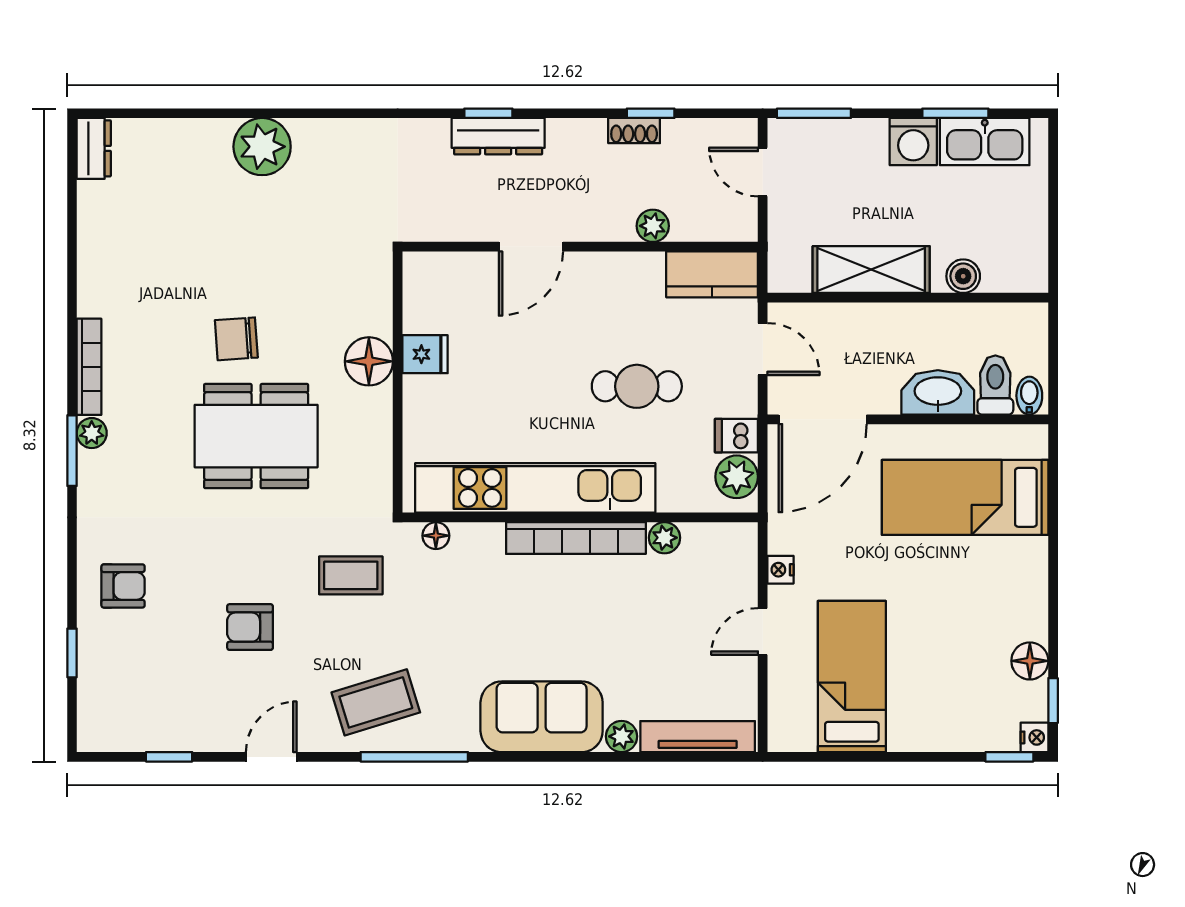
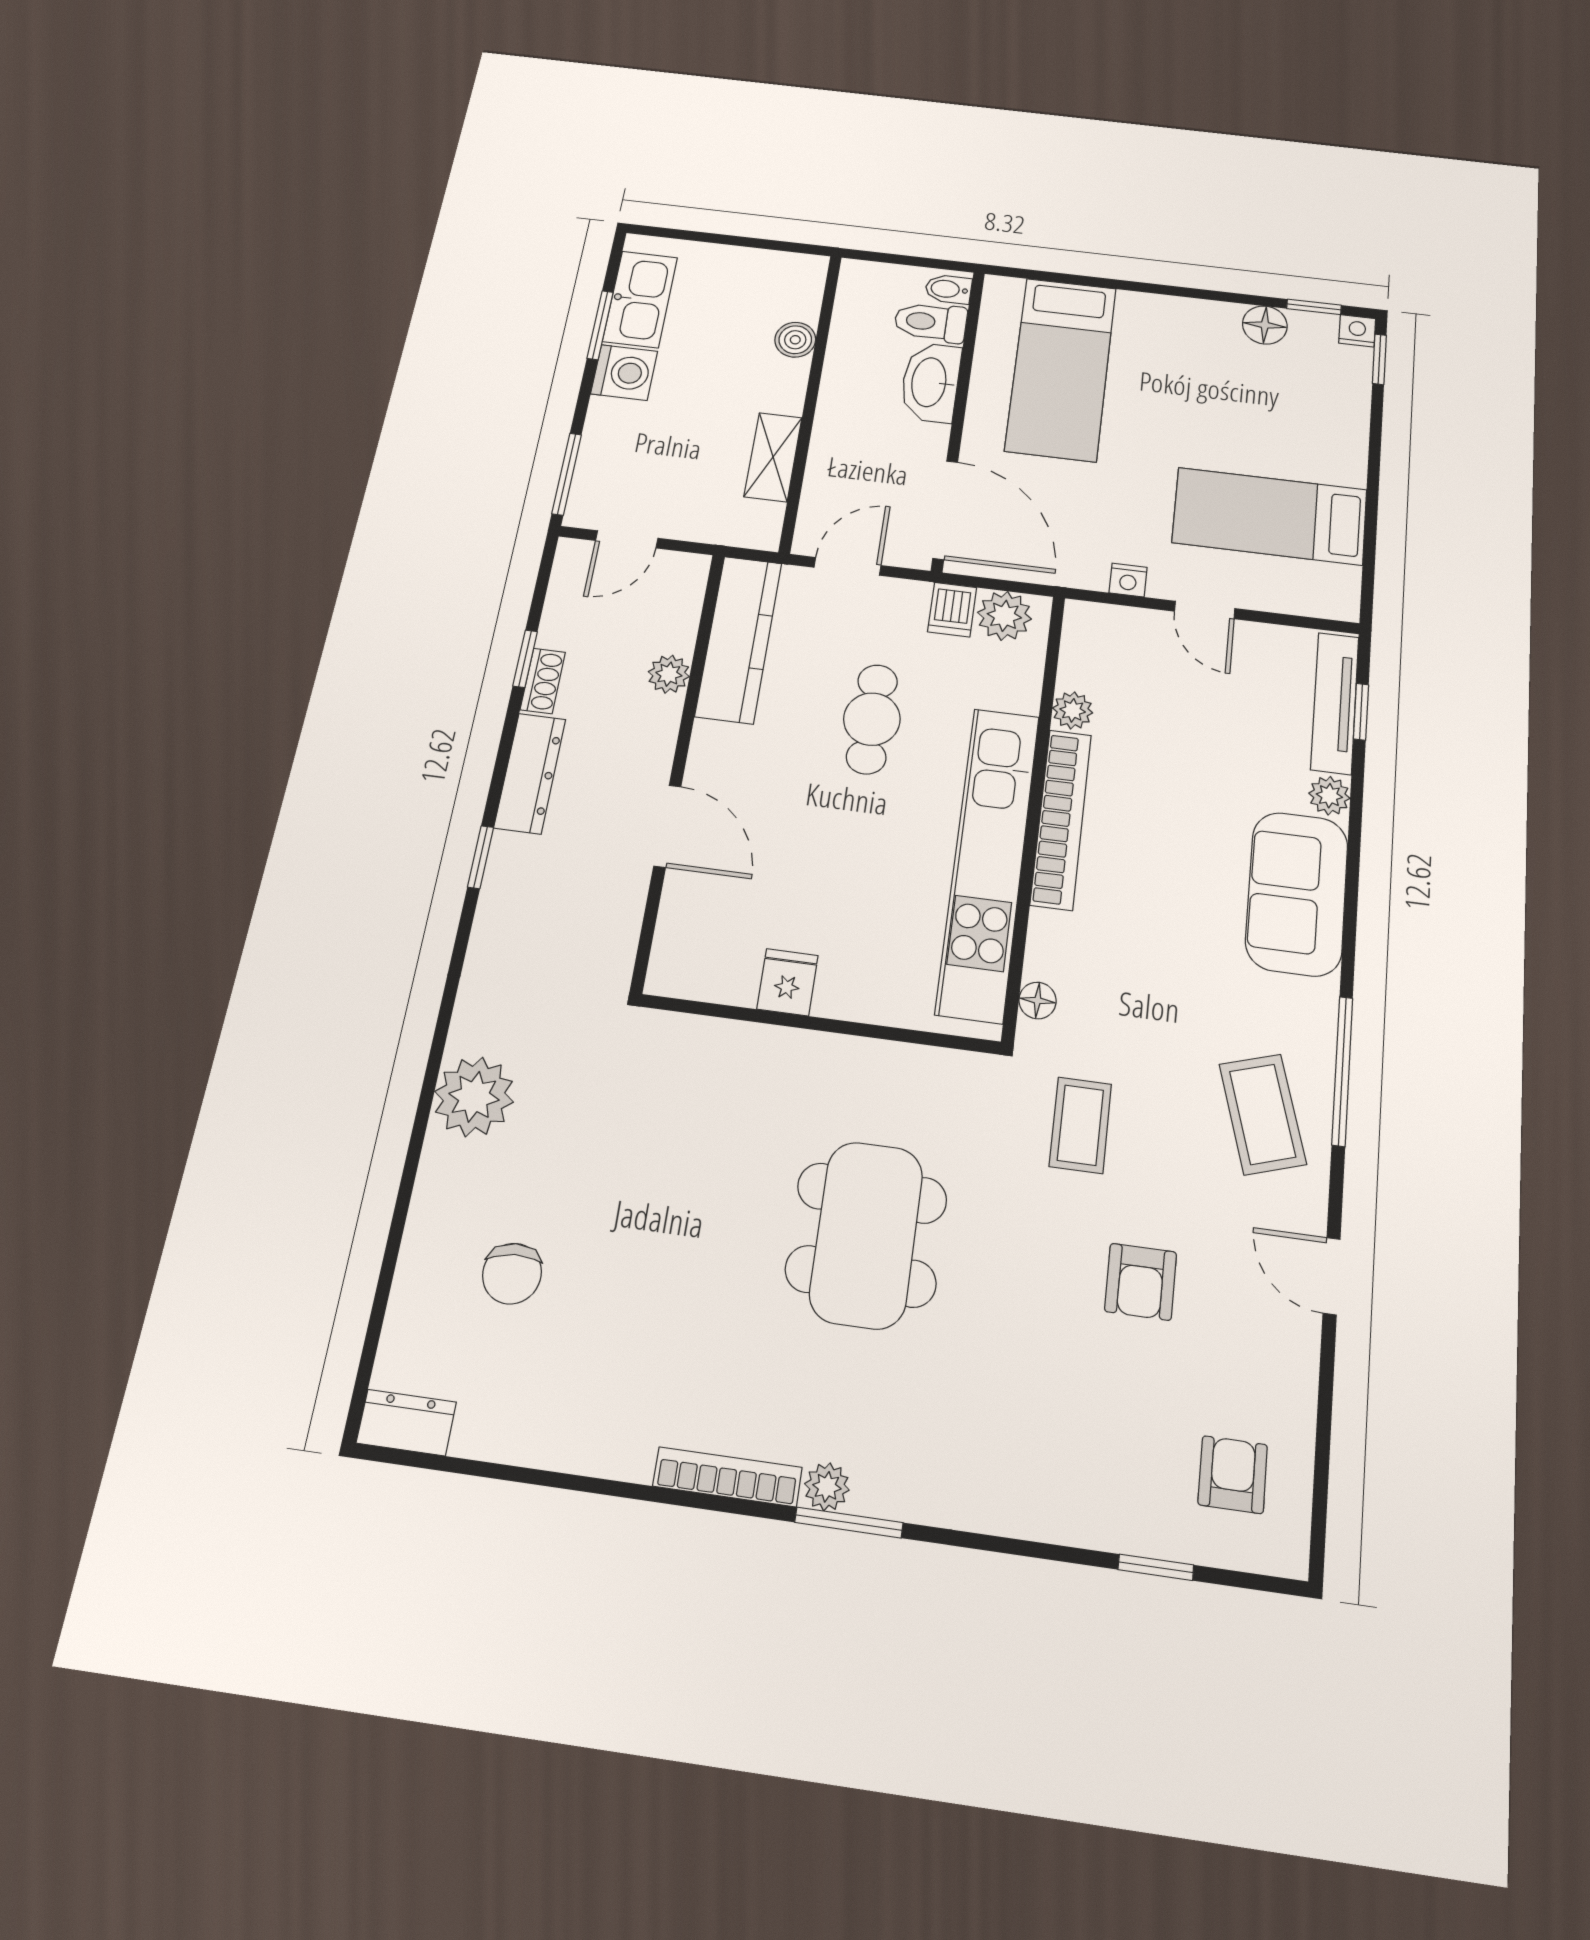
dresser: (498, 136) -> (530, 773), moved
plant: (262, 147) -> (474, 1097), moved
shelving: (871, 270) -> (773, 457), width x0.67, depth x0.75
kitchen counter: (712, 274) -> (739, 639), width x1.50
chair: (236, 339) -> (512, 1274), moved
floor lamp: (369, 361) -> (785, 1060), removed
armchair: (123, 586) -> (1233, 1475), moved
window: (169, 757) -> (1361, 712), moved

